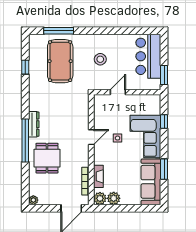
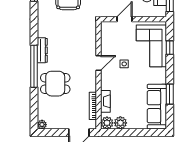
corner sofa: (145, 136) -> (151, 46), moved
dining table: (47, 158) -> (55, 84), turned 90

